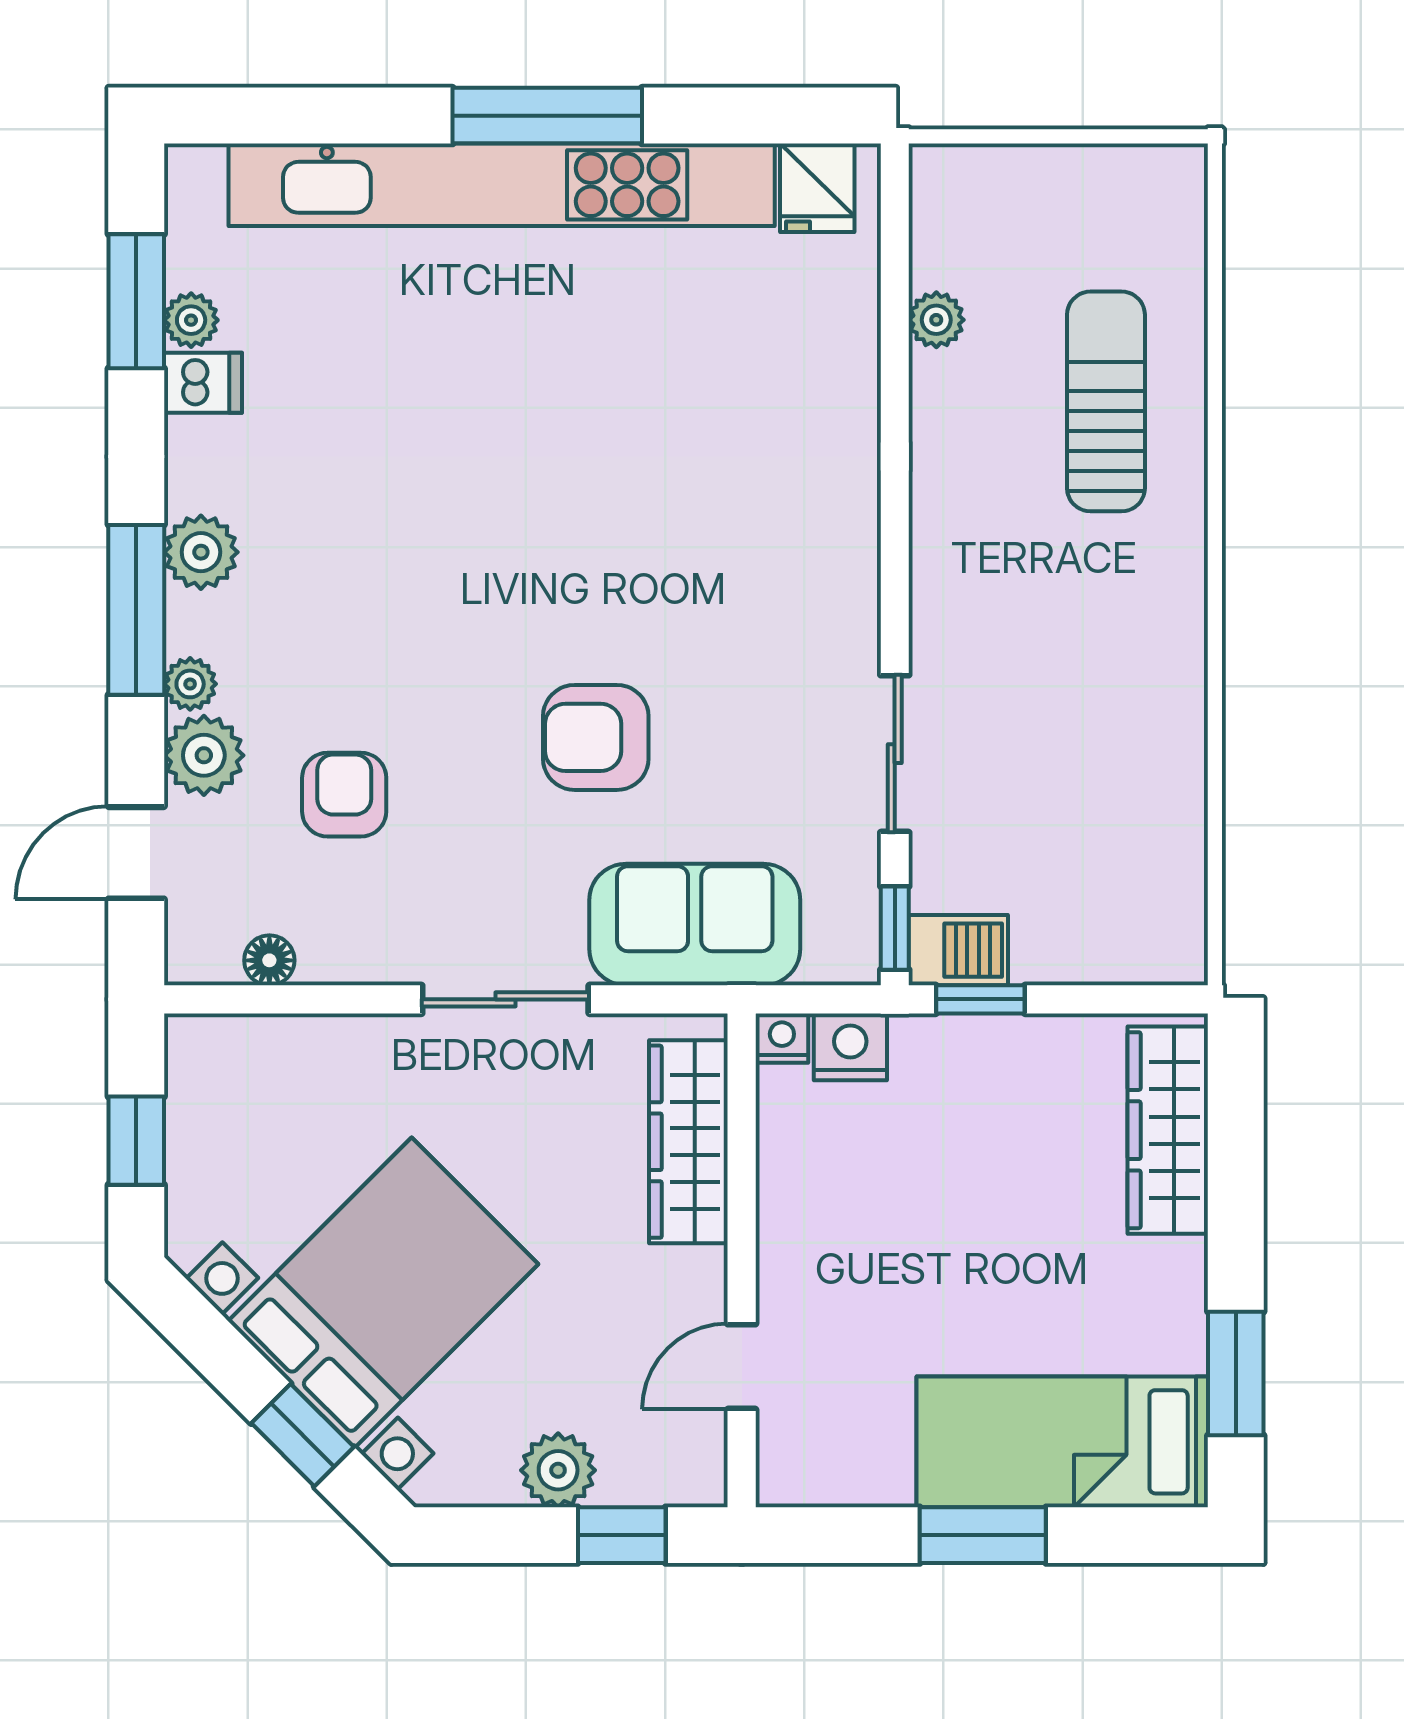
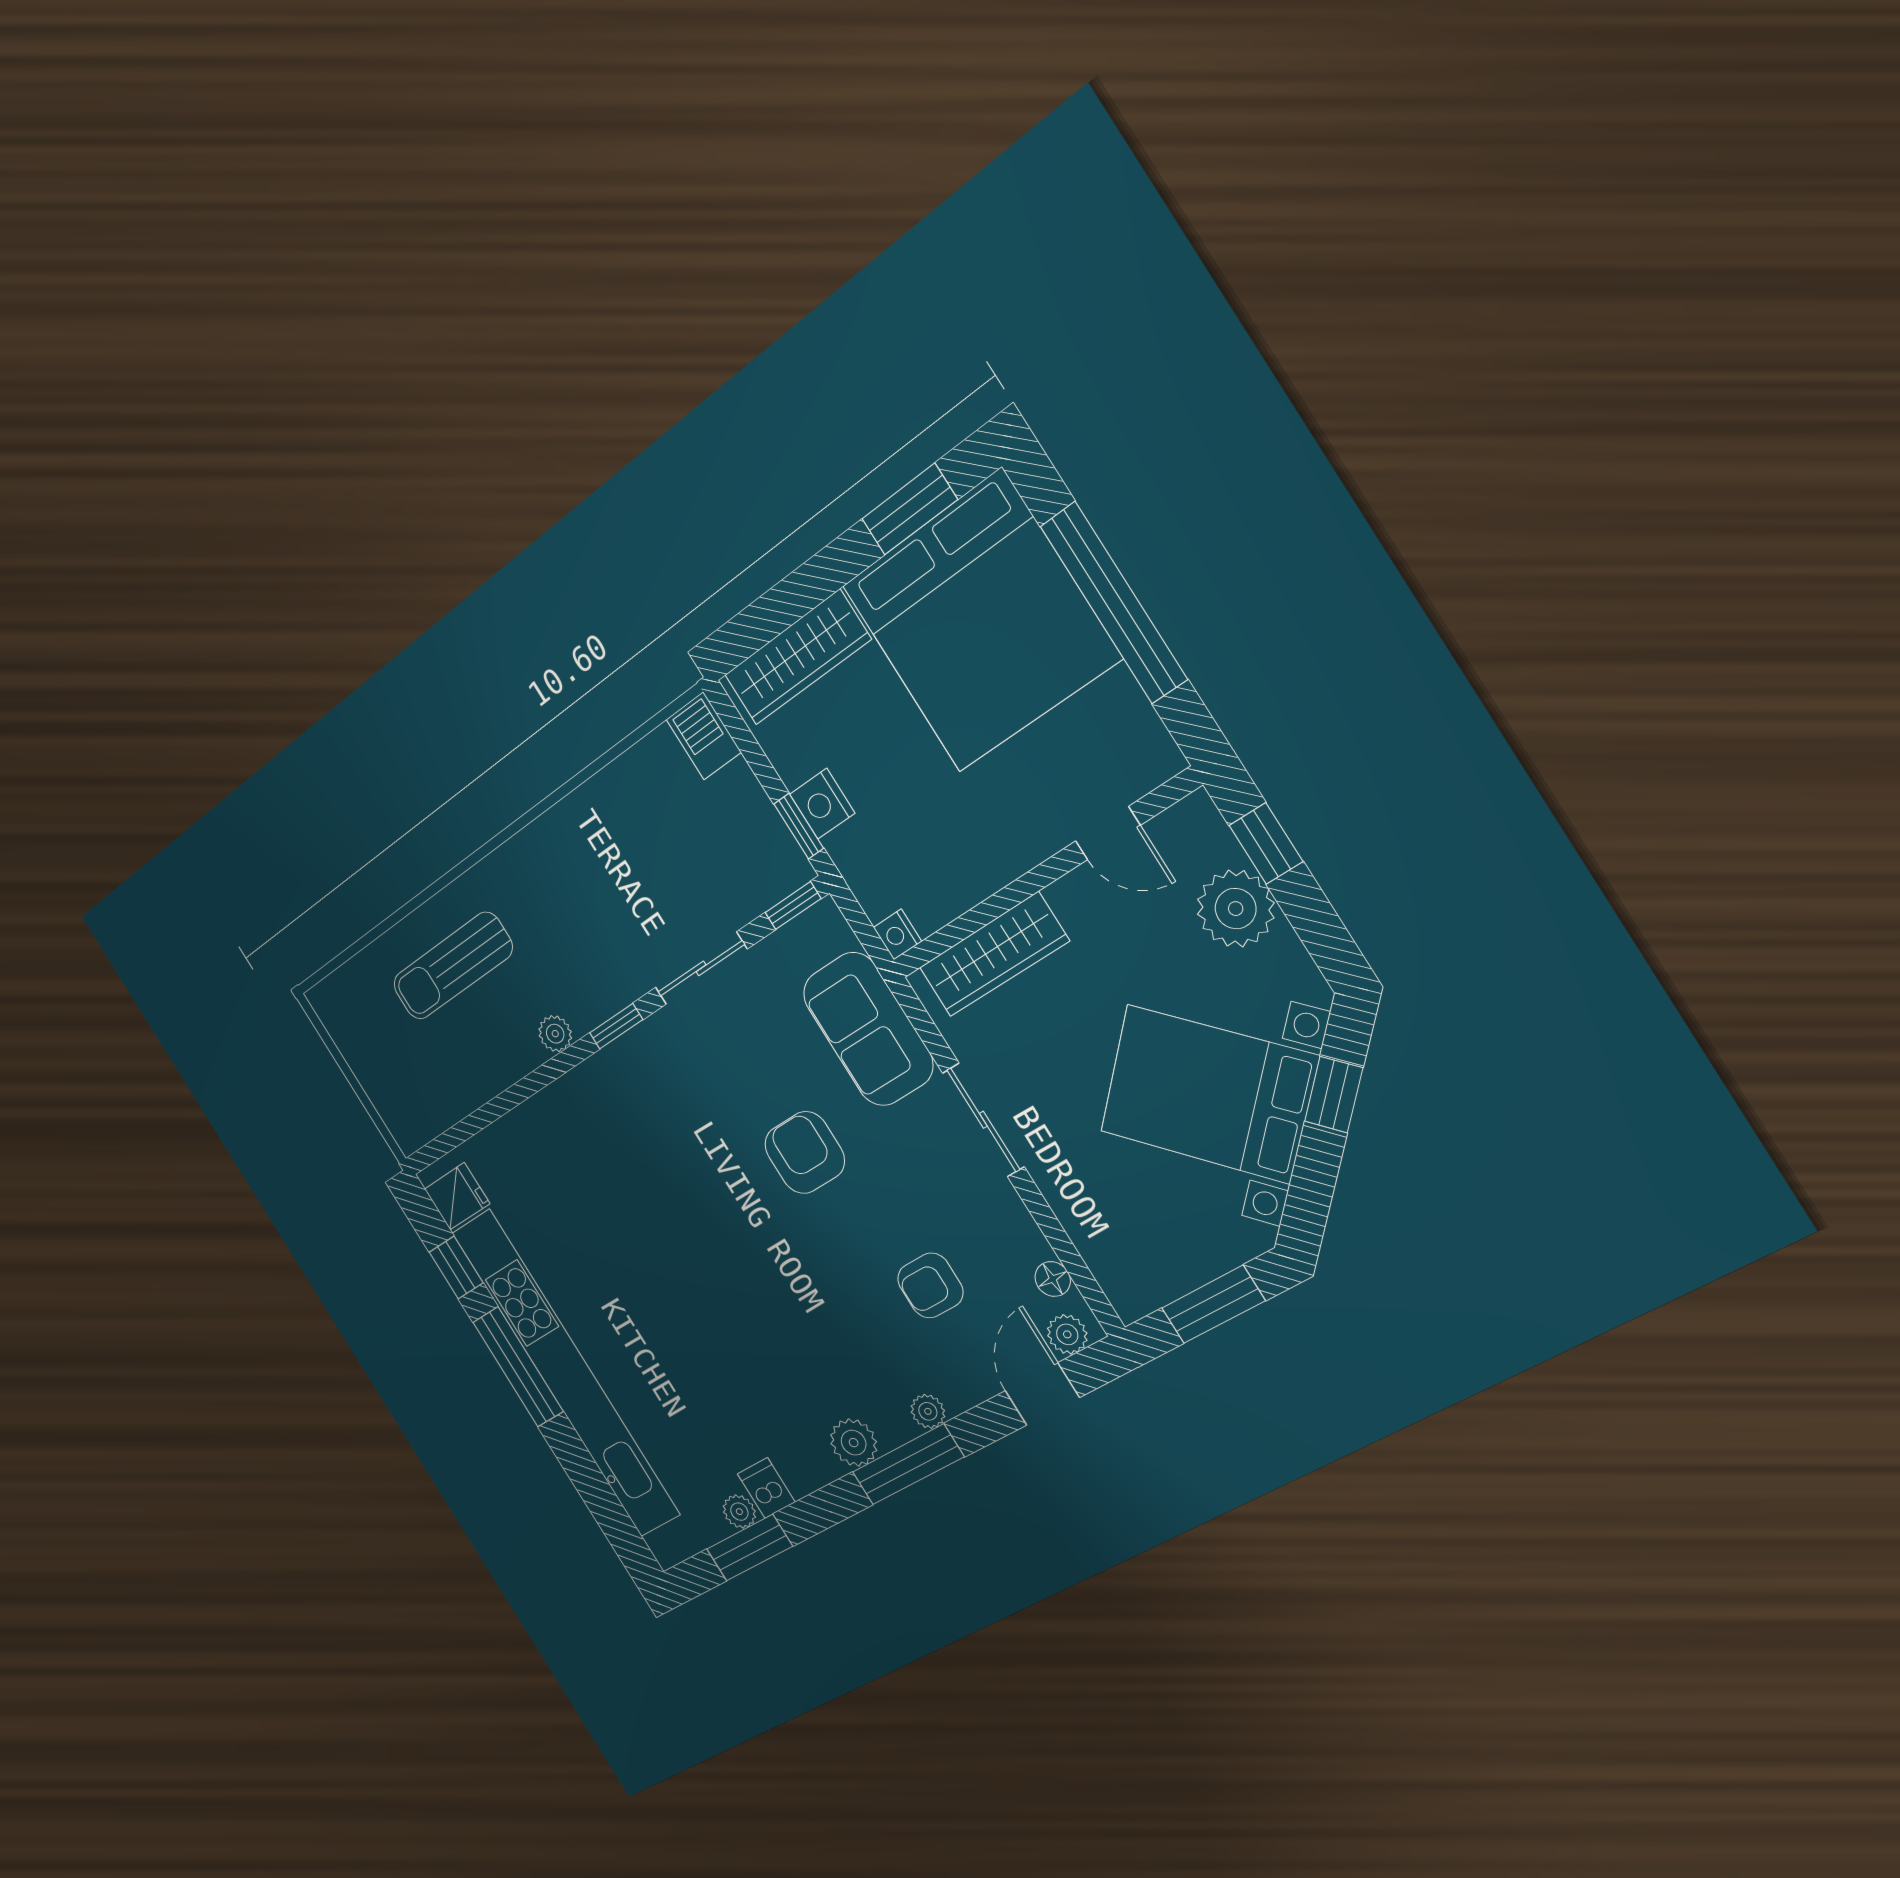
window: (727, 116) -> (456, 1268), added
plant: (936, 320) -> (555, 1034), moved
window: (895, 585) -> (616, 1026), added
armchair: (596, 737) -> (805, 1153), turned 180
plant: (204, 755) -> (1067, 1334), moved, width x0.73, depth x0.73
door: (136, 853) -> (1042, 1394), swing flipped
barbecue: (958, 950) -> (704, 736), moved
nightstand: (850, 1047) -> (822, 804), moved
window: (136, 1141) -> (1213, 1304), width x1.50
bed: (1062, 1442) -> (981, 622), width x2.04
plant: (558, 1470) -> (1236, 909), width x1.36, depth x1.36
window: (983, 1535) -> (1114, 603), width x2.11

